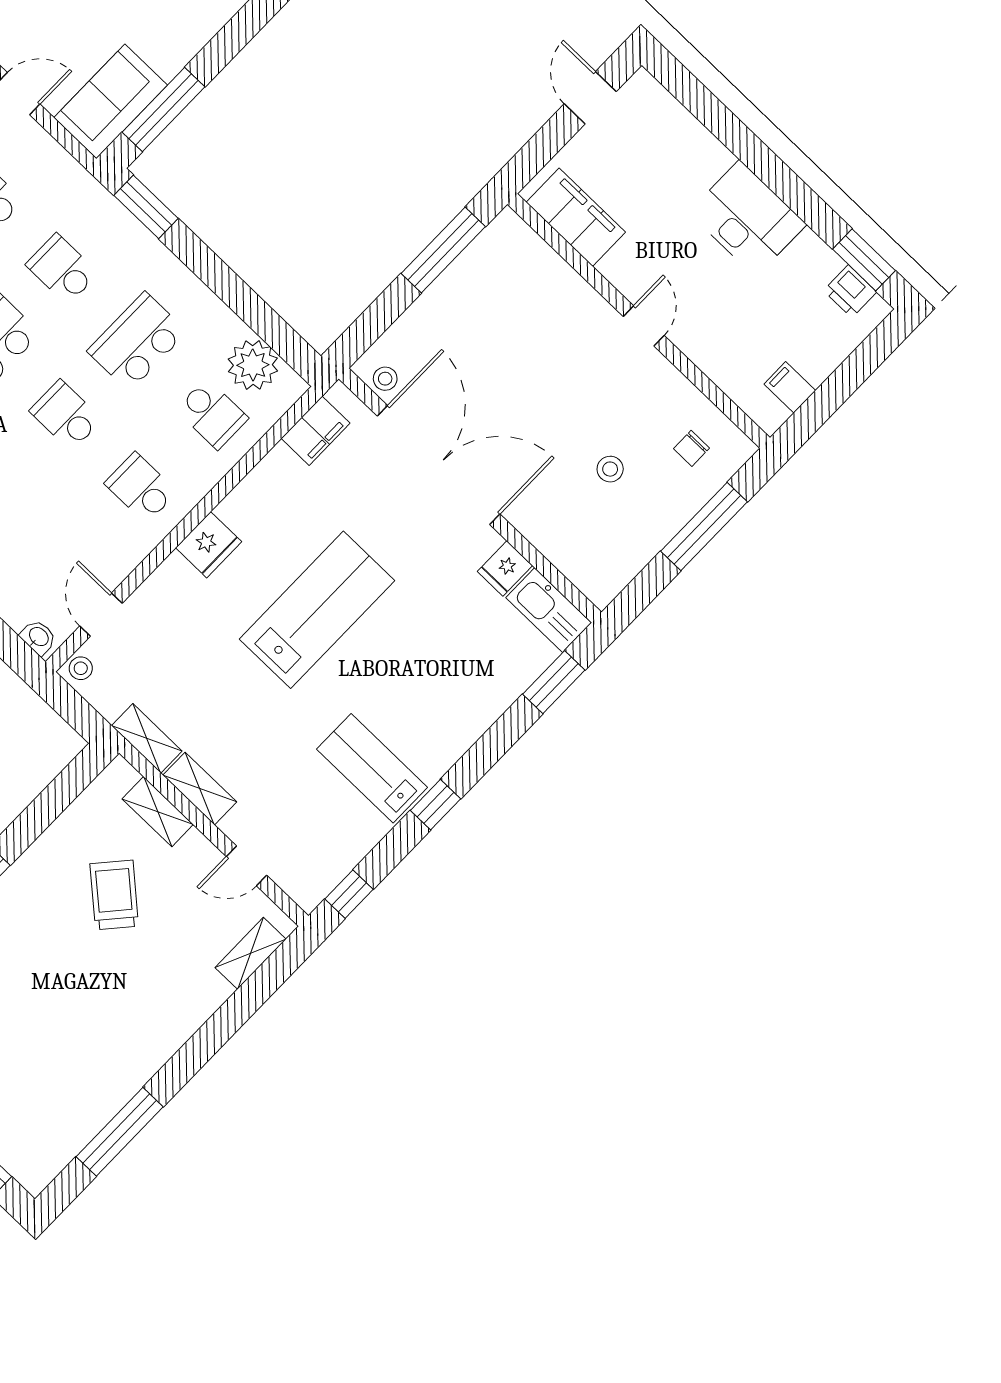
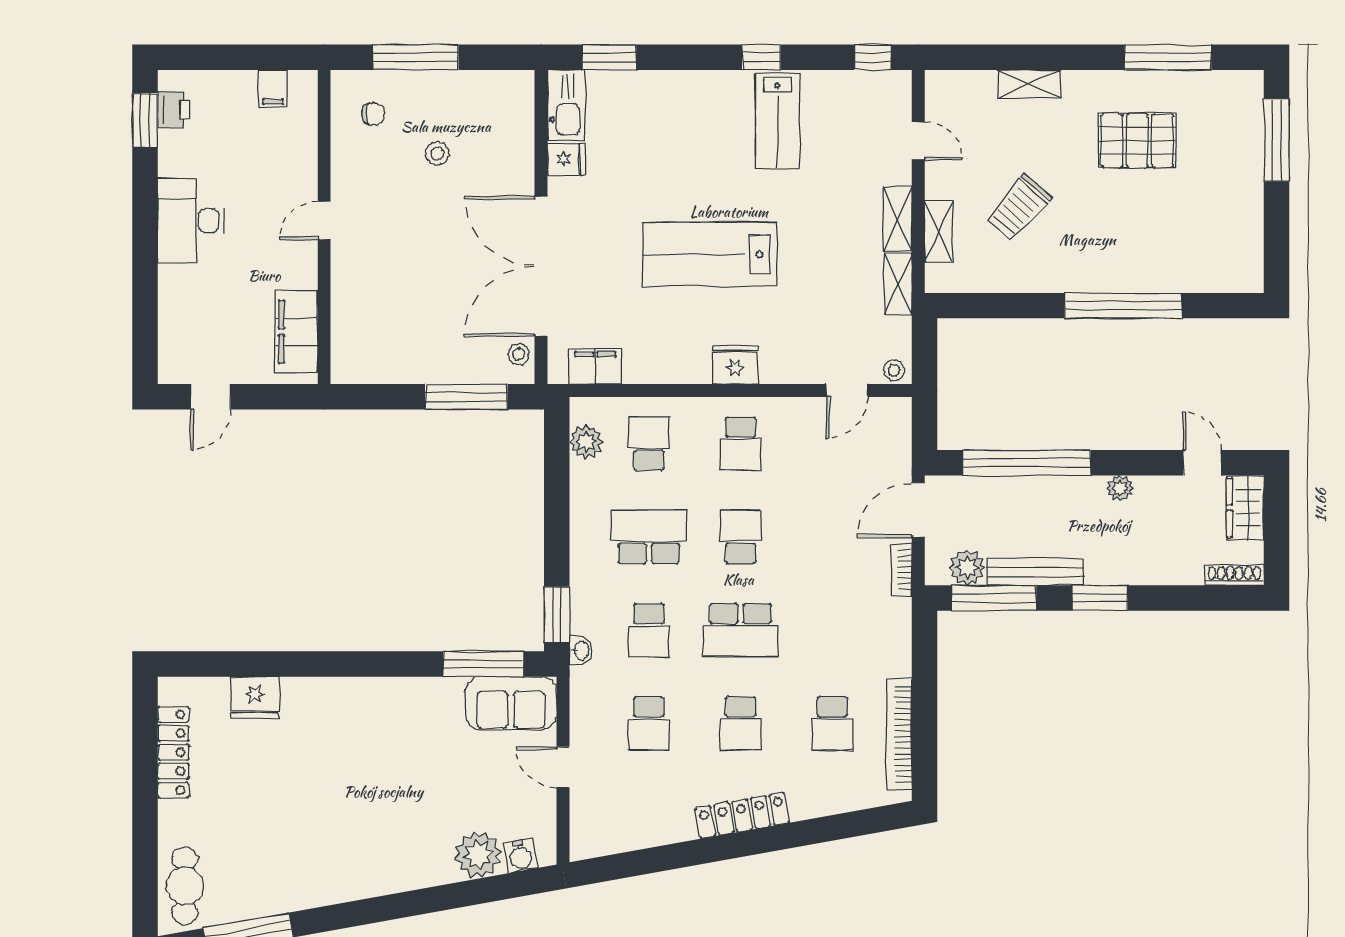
window: (443, 250) -> (466, 397), moved
school desk: (137, 341) -> (649, 537), turned 180
plant: (253, 365) -> (586, 442), width x0.73, depth x0.73
school desk: (66, 415) -> (741, 537), turned 180
washbasin: (38, 637) -> (581, 650), moved, turned 180
shelving: (250, 953) -> (1029, 84), moved
pallet: (76, 1042) -> (1137, 141), added

